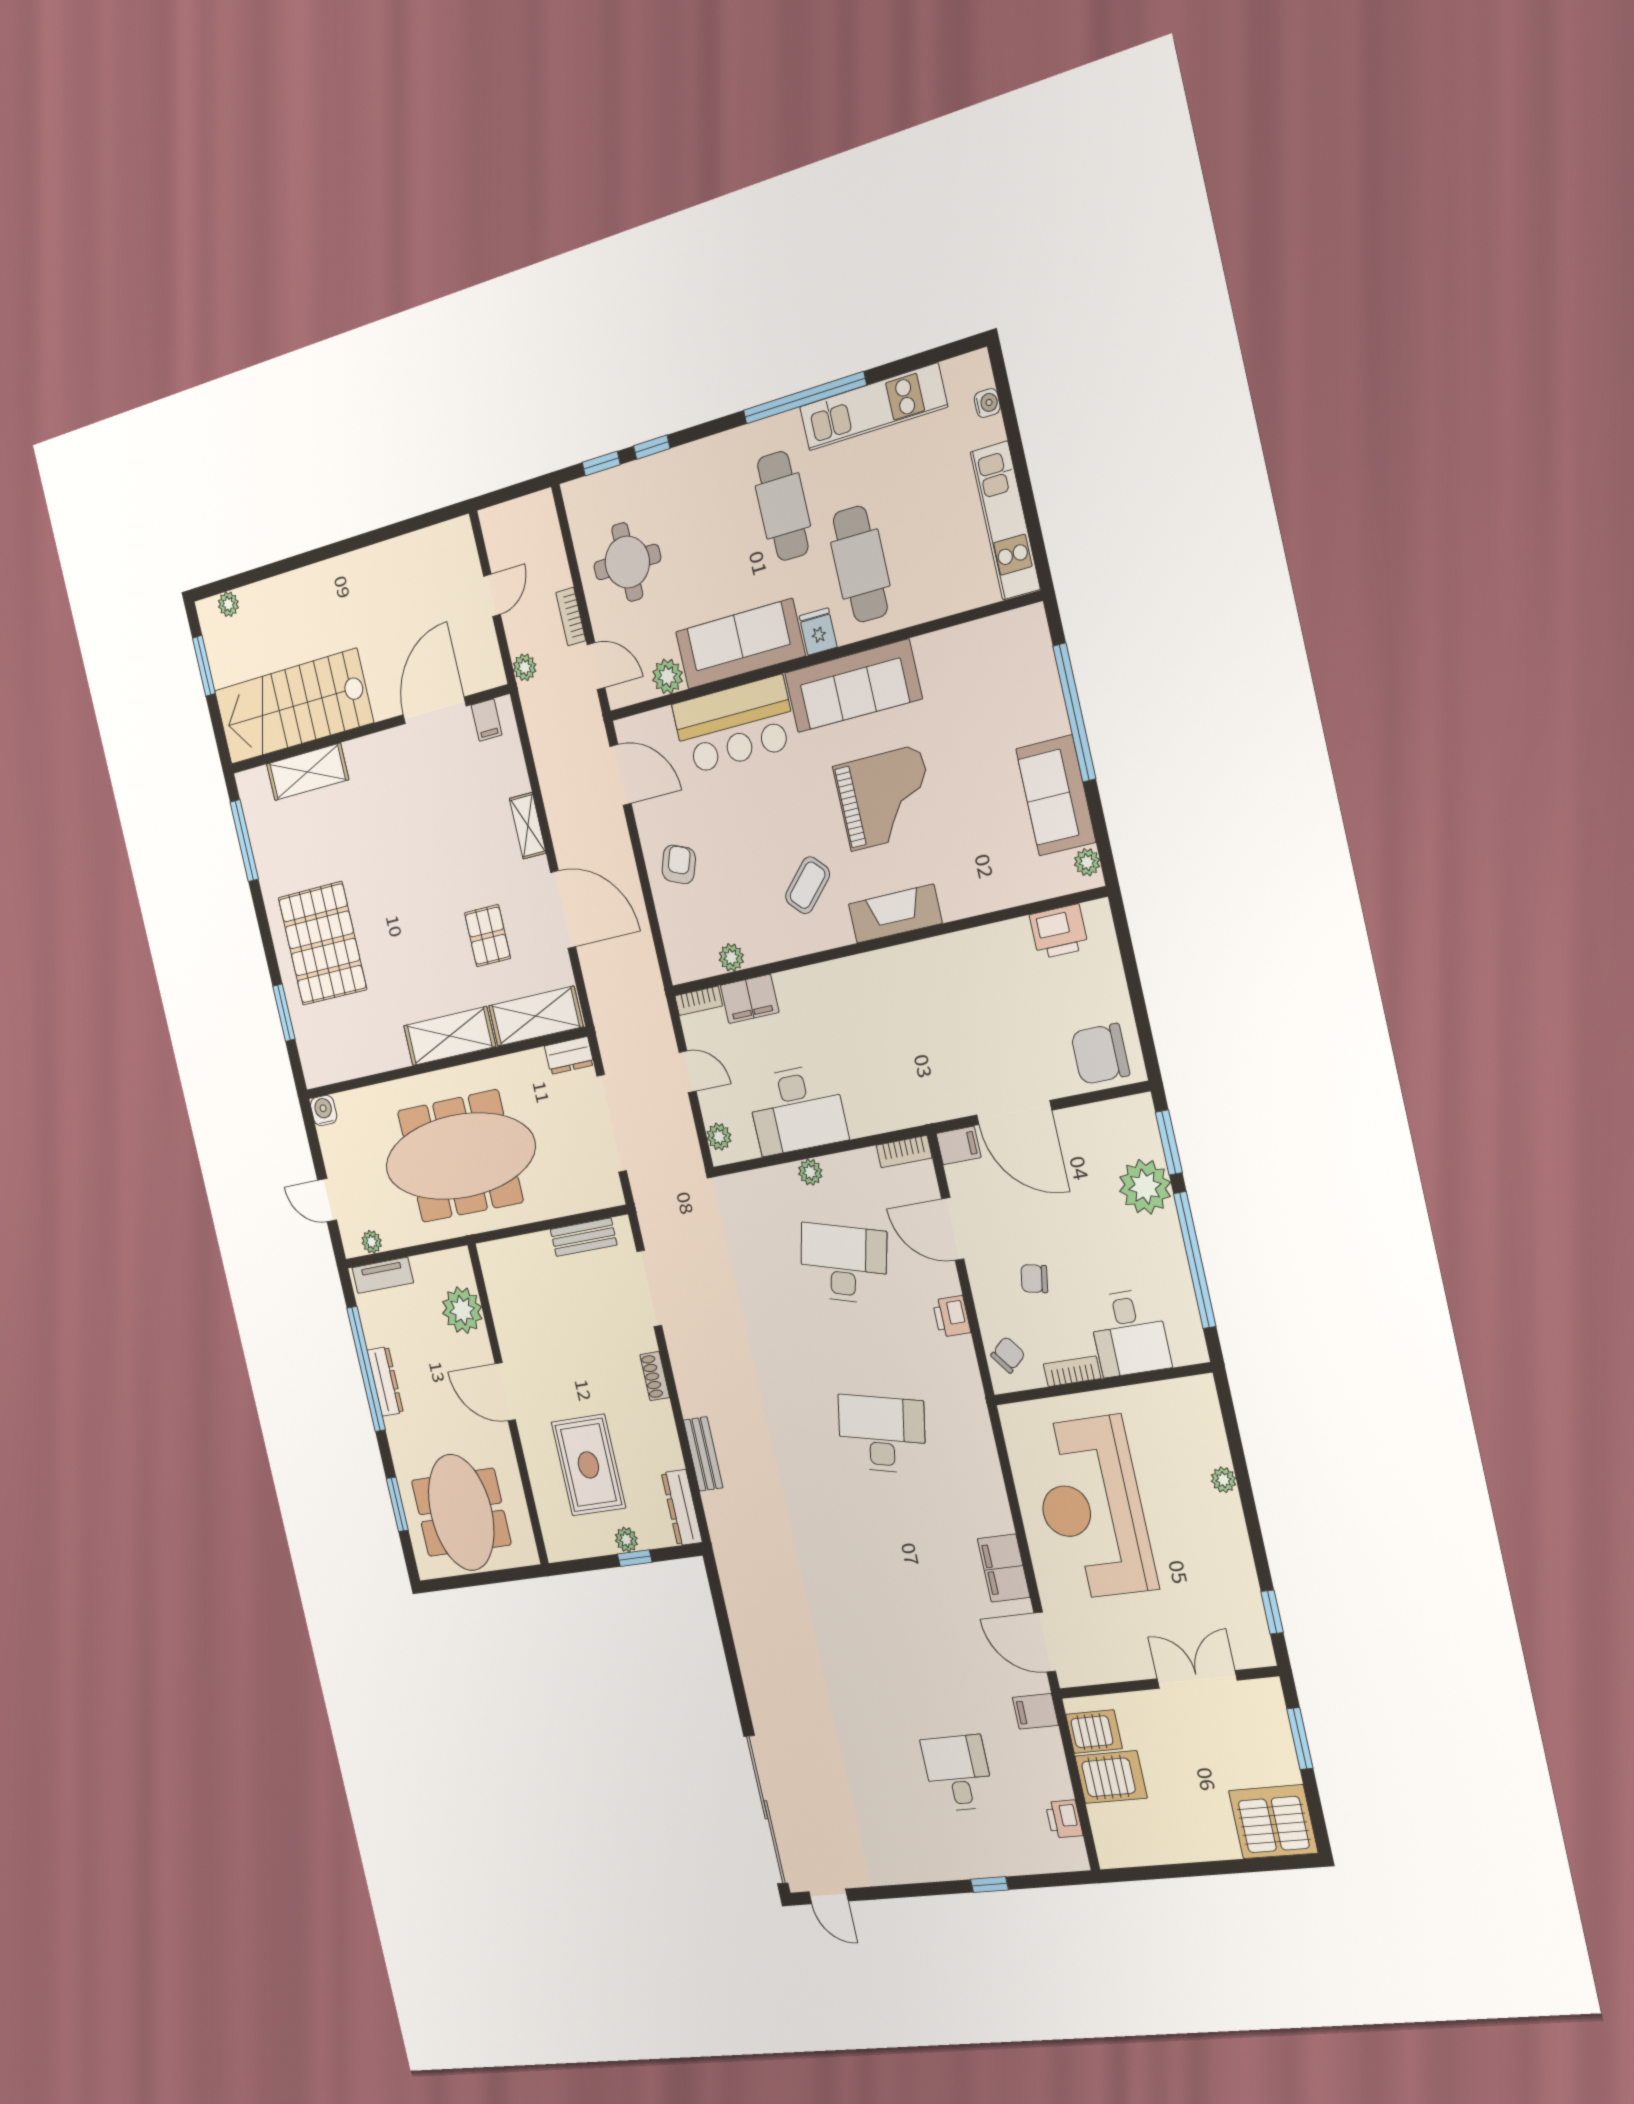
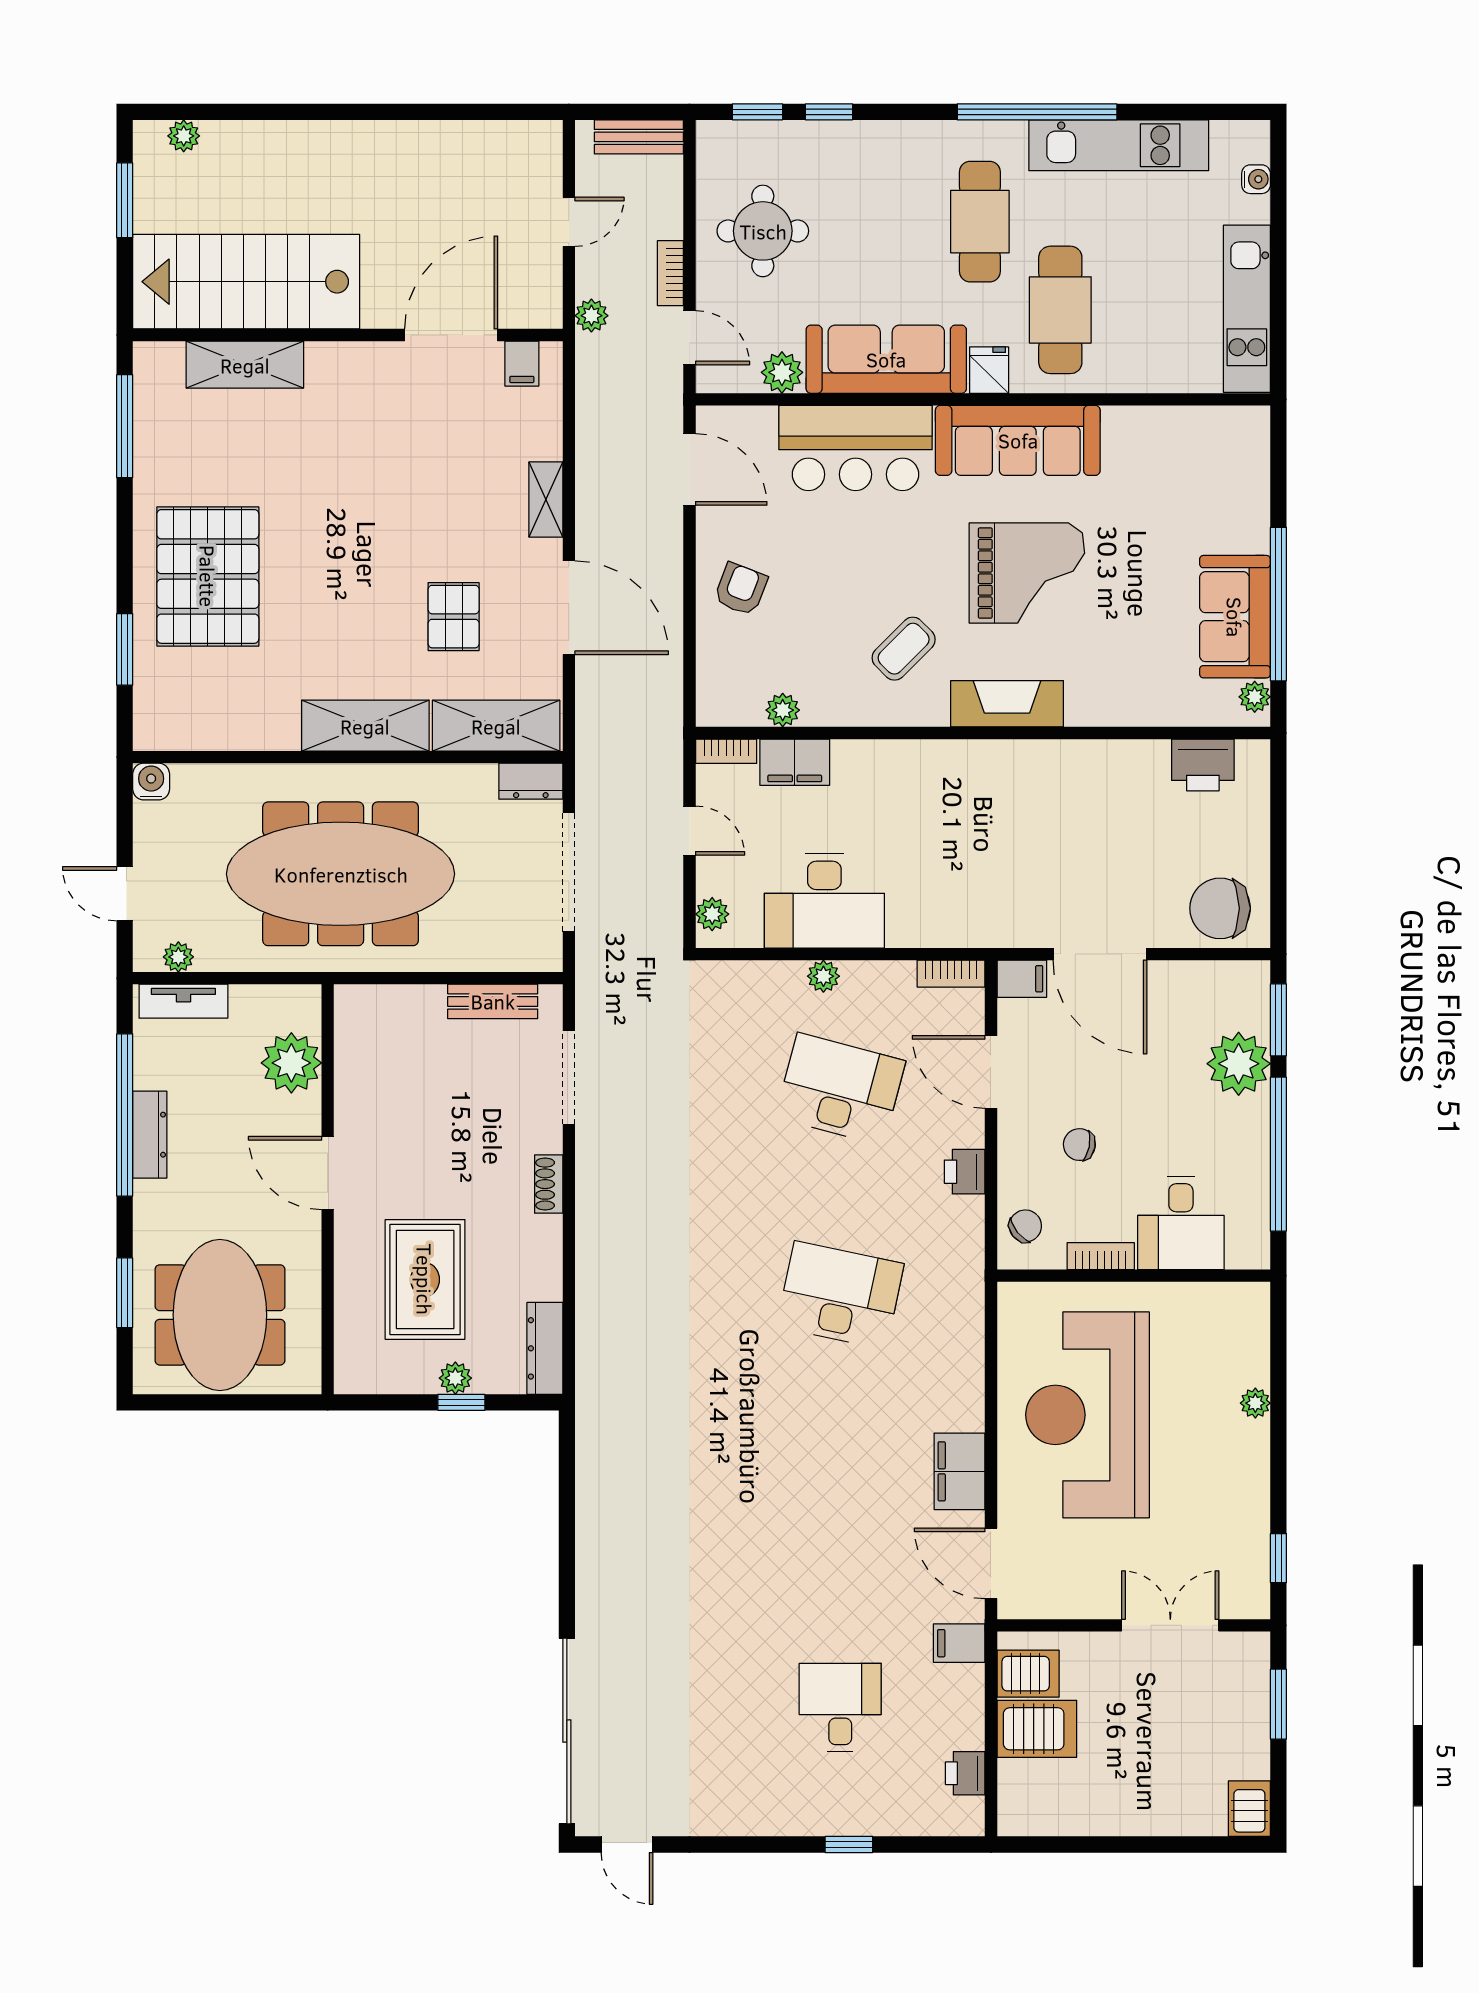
window: (1074, 713) -> (1278, 604), moved
bench: (703, 1454) -> (639, 137), moved, turned 90
server rack: (1273, 1822) -> (1249, 1809), width x0.46, depth x0.70

